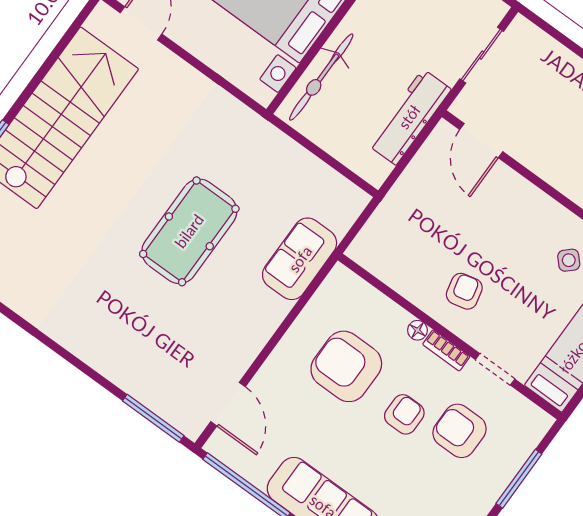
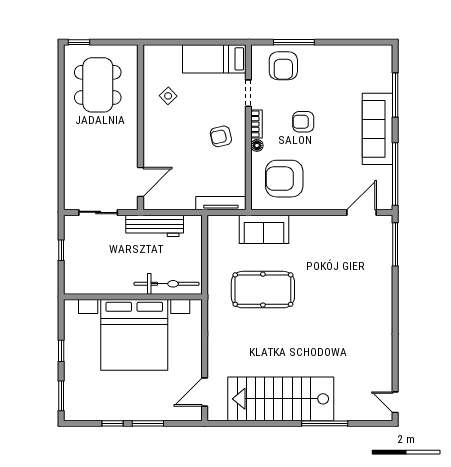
tv unit: (376, 227) -> (221, 203), added
pool table: (189, 231) -> (263, 290), moved
armchair: (346, 366) -> (284, 179), moved, turned 90
armchair: (460, 431) -> (283, 66), moved

